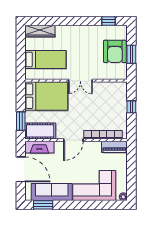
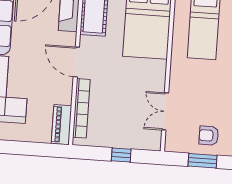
armchair: (115, 51) -> (209, 136), width x0.53, depth x0.53
double door: (80, 81) -> (165, 111), moved

